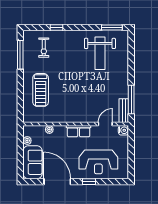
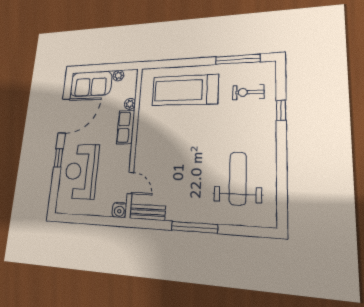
window: (112, 28) -> (282, 200), removed
weight bench: (100, 53) -> (238, 178), turned 90
treadmill: (41, 90) -> (185, 90), width x1.37, depth x1.38
window: (131, 100) -> (194, 227), moved
row of seats: (79, 131) -> (126, 127), moved

